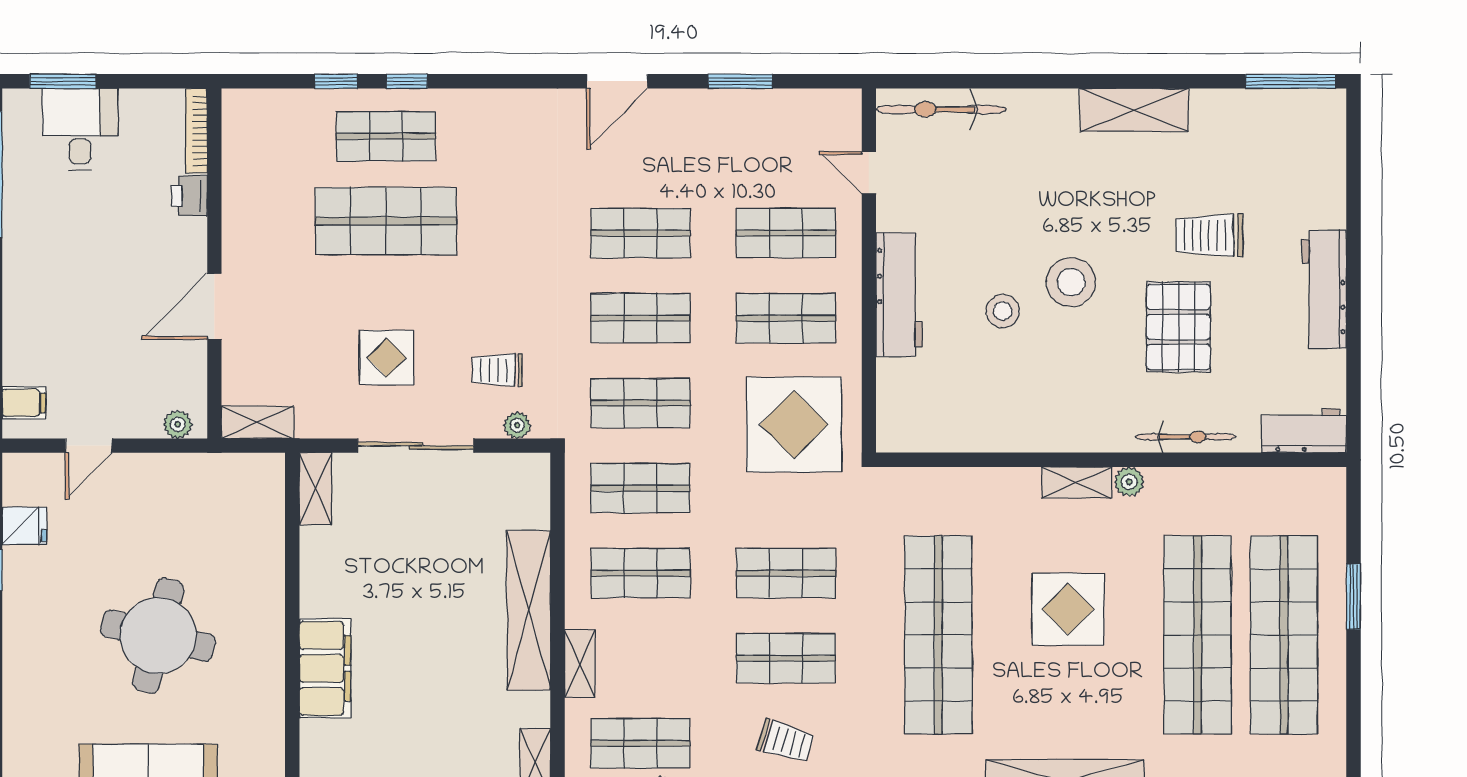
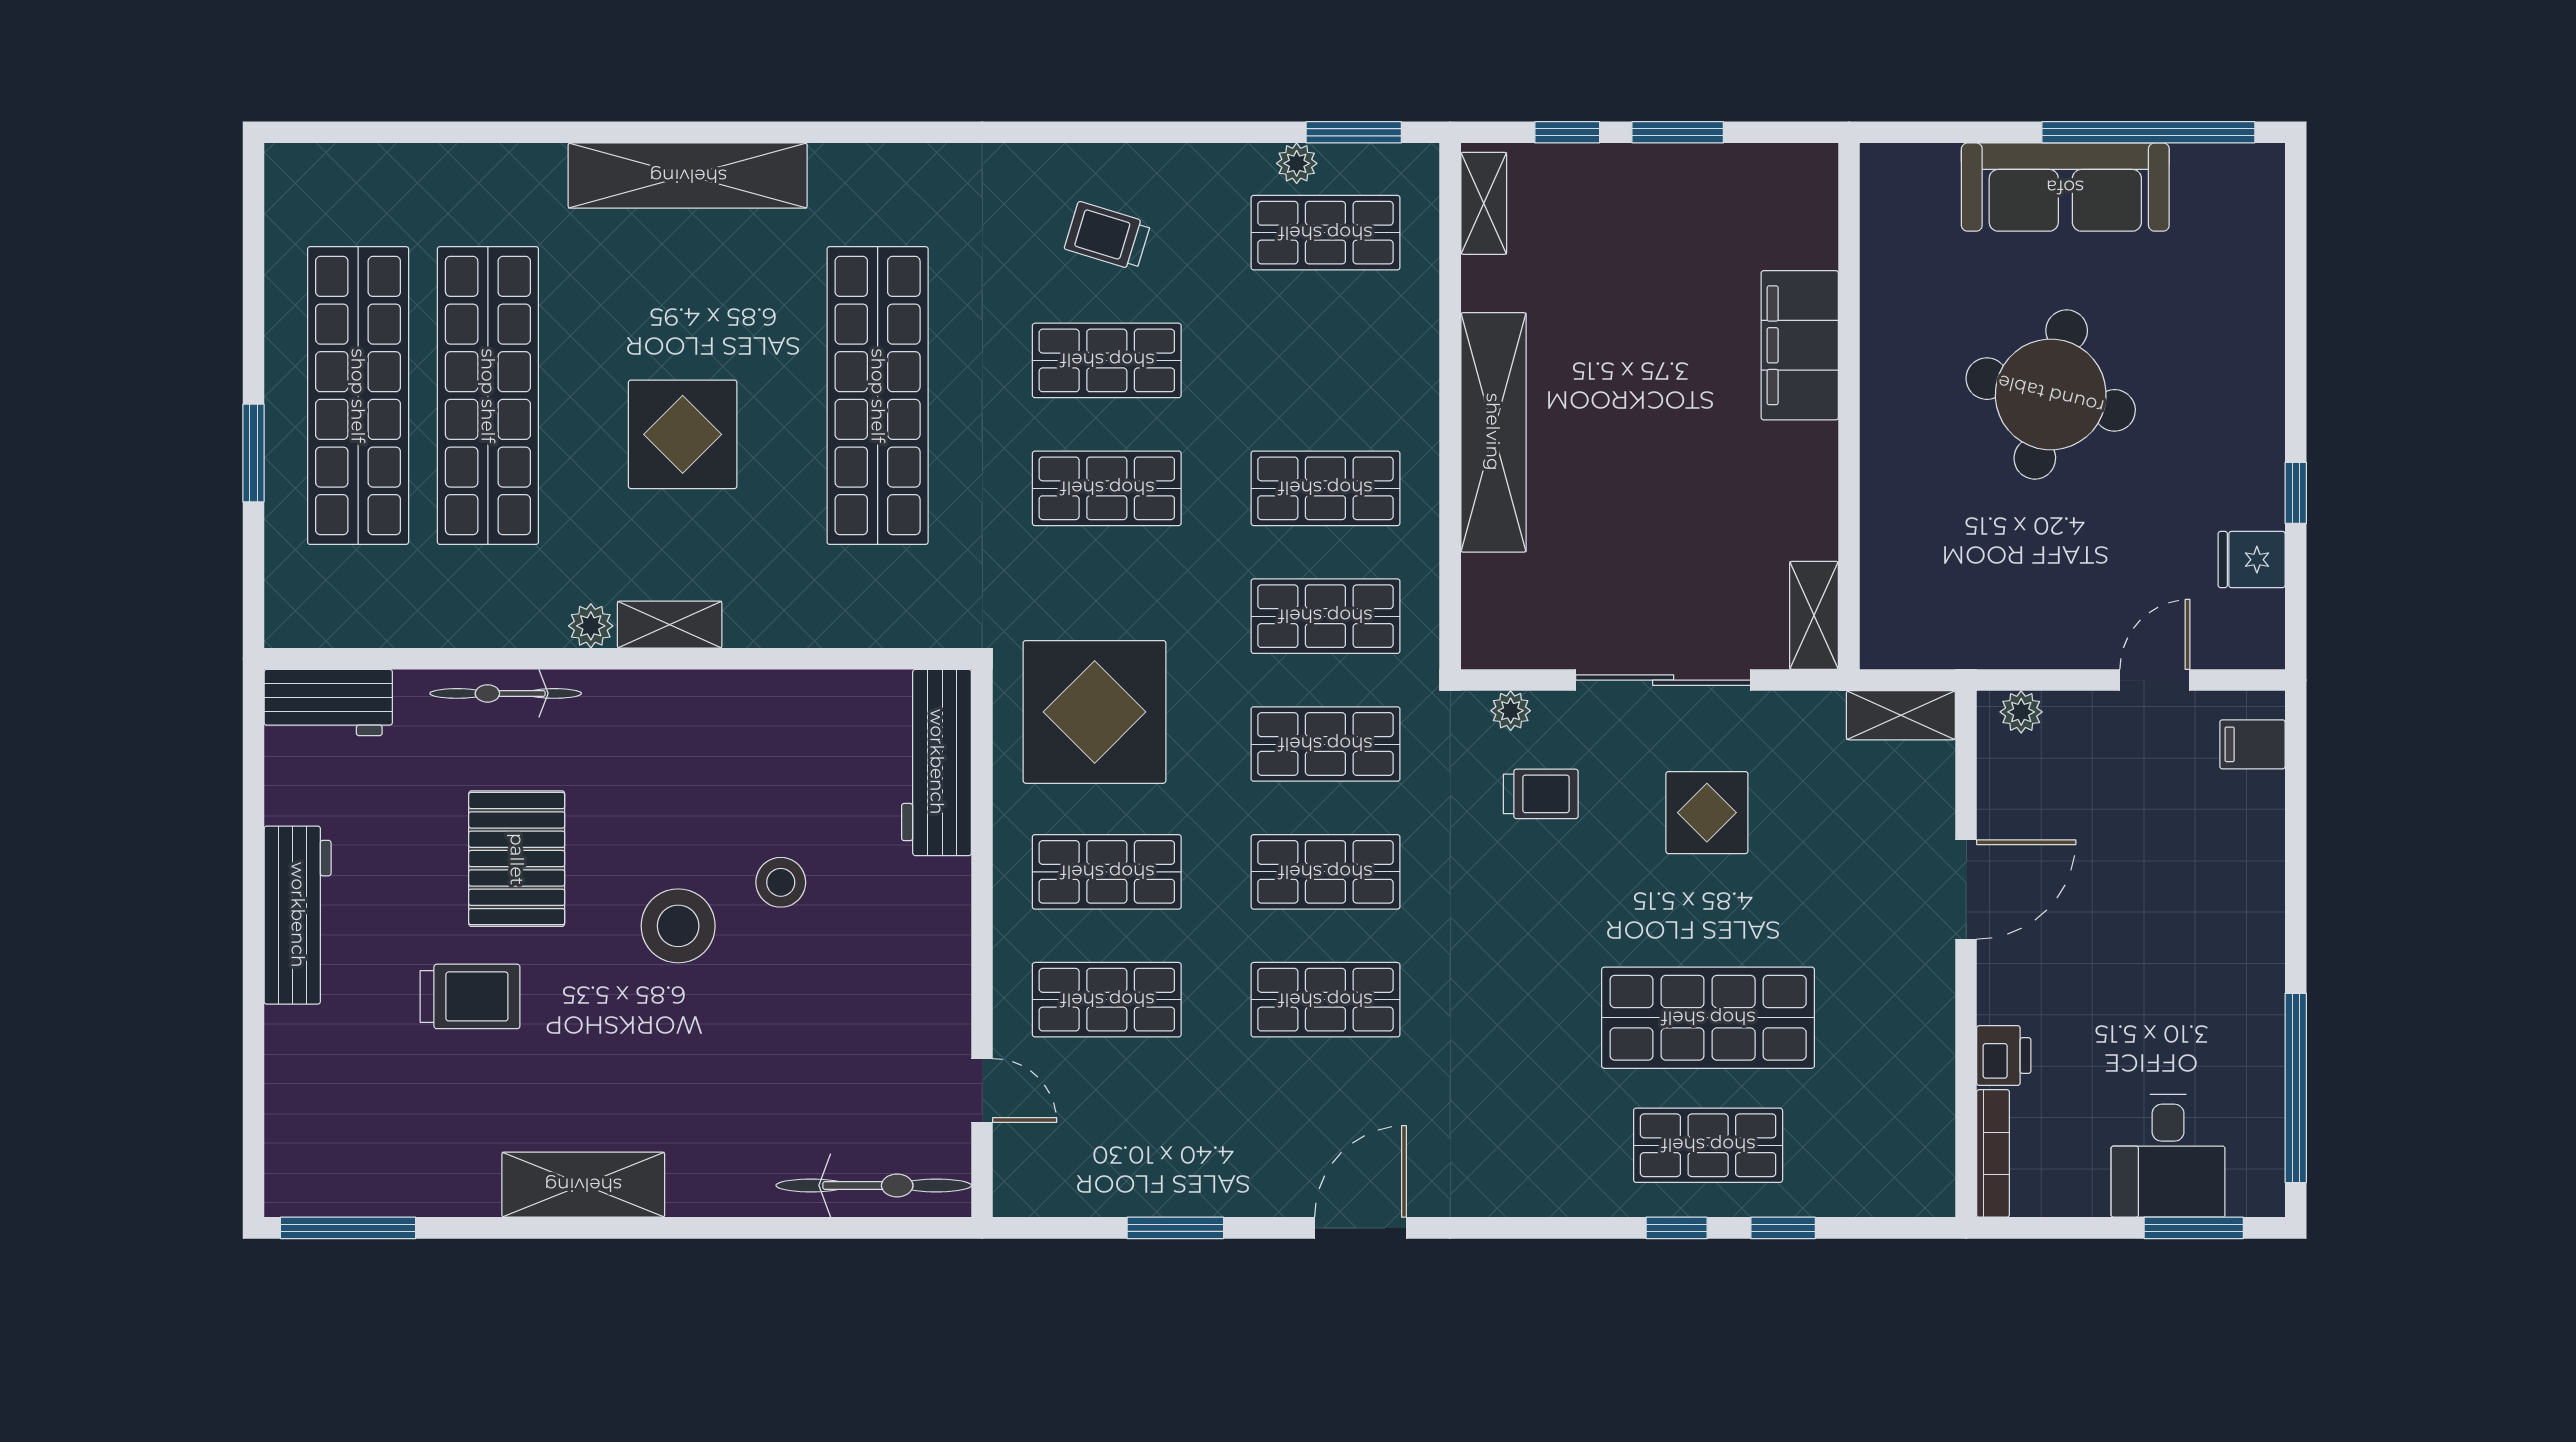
workbench: (899, 295) -> (937, 762), moved
shelving: (580, 664) -> (1417, 353), removed

